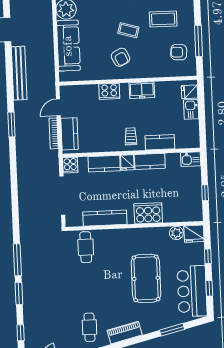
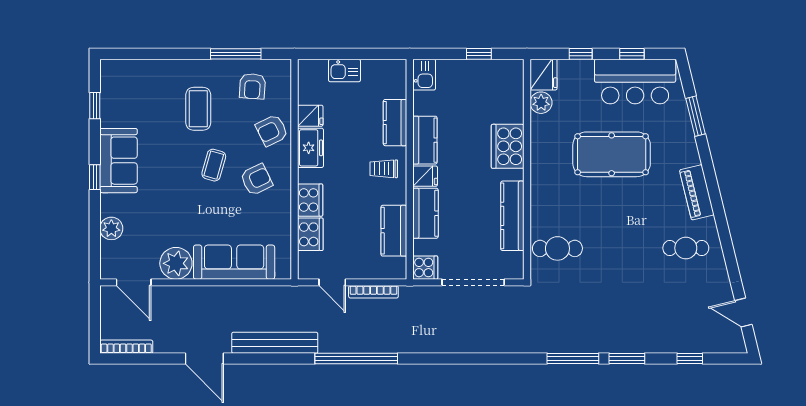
armchair: (152, 66) -> (272, 130), added
cooker: (88, 92) -> (310, 234), added
fridge: (190, 92) -> (310, 116), moved, turned -90
window: (11, 124) -> (356, 359), width x2.11
kitchen counter: (69, 134) -> (394, 231), moved, turned -90

